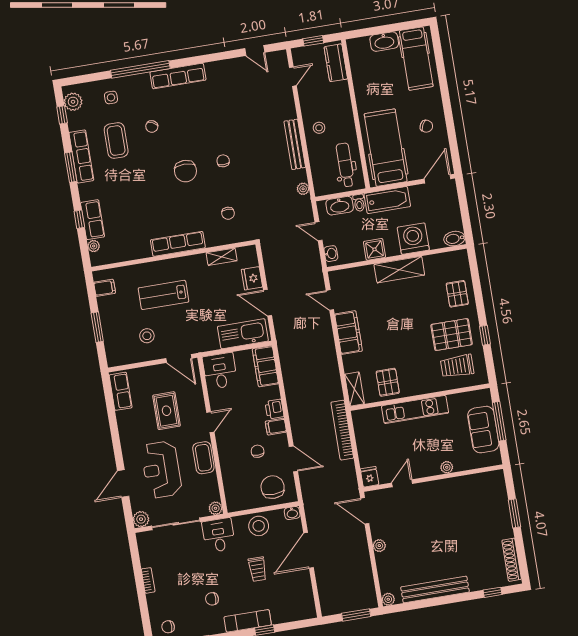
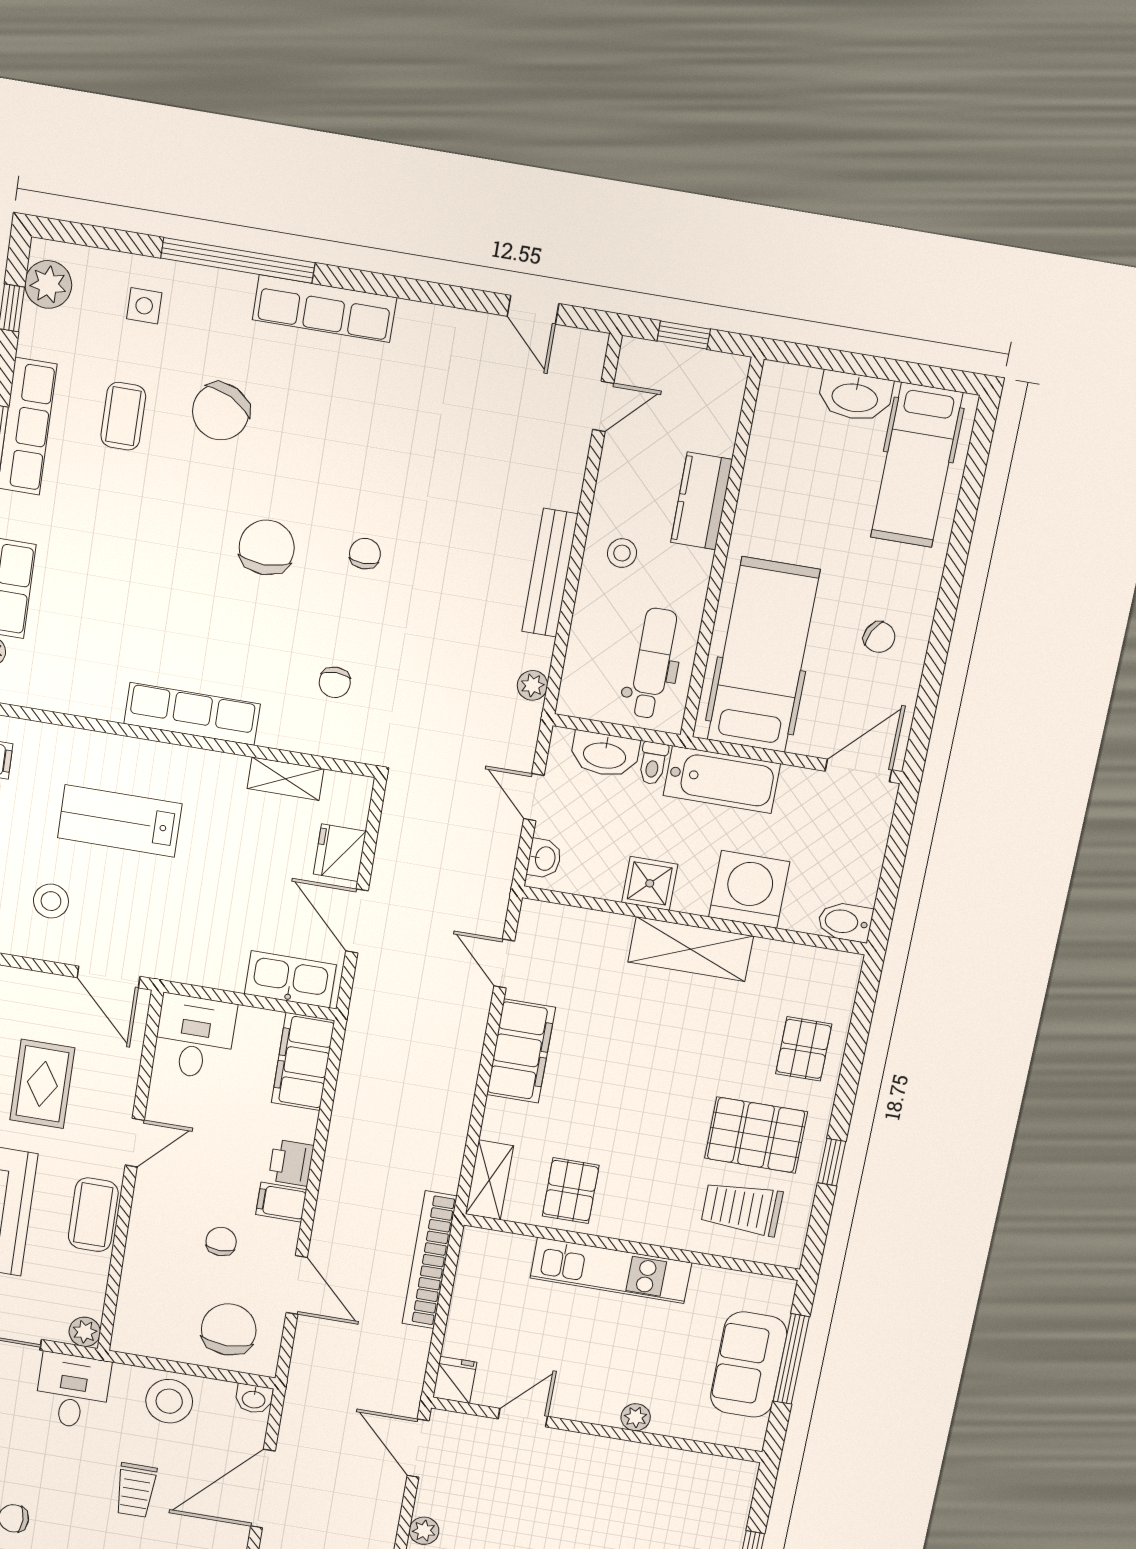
kitchen counter: (336, 63) -> (702, 501), moved
chair: (152, 126) -> (221, 412), width x1.87, depth x1.87
coffee table: (116, 141) -> (123, 416), width x0.73, depth x0.77
chair: (185, 171) -> (267, 547), turned 180
kitchen sink: (243, 334) -> (290, 979), width x0.73, depth x0.81

